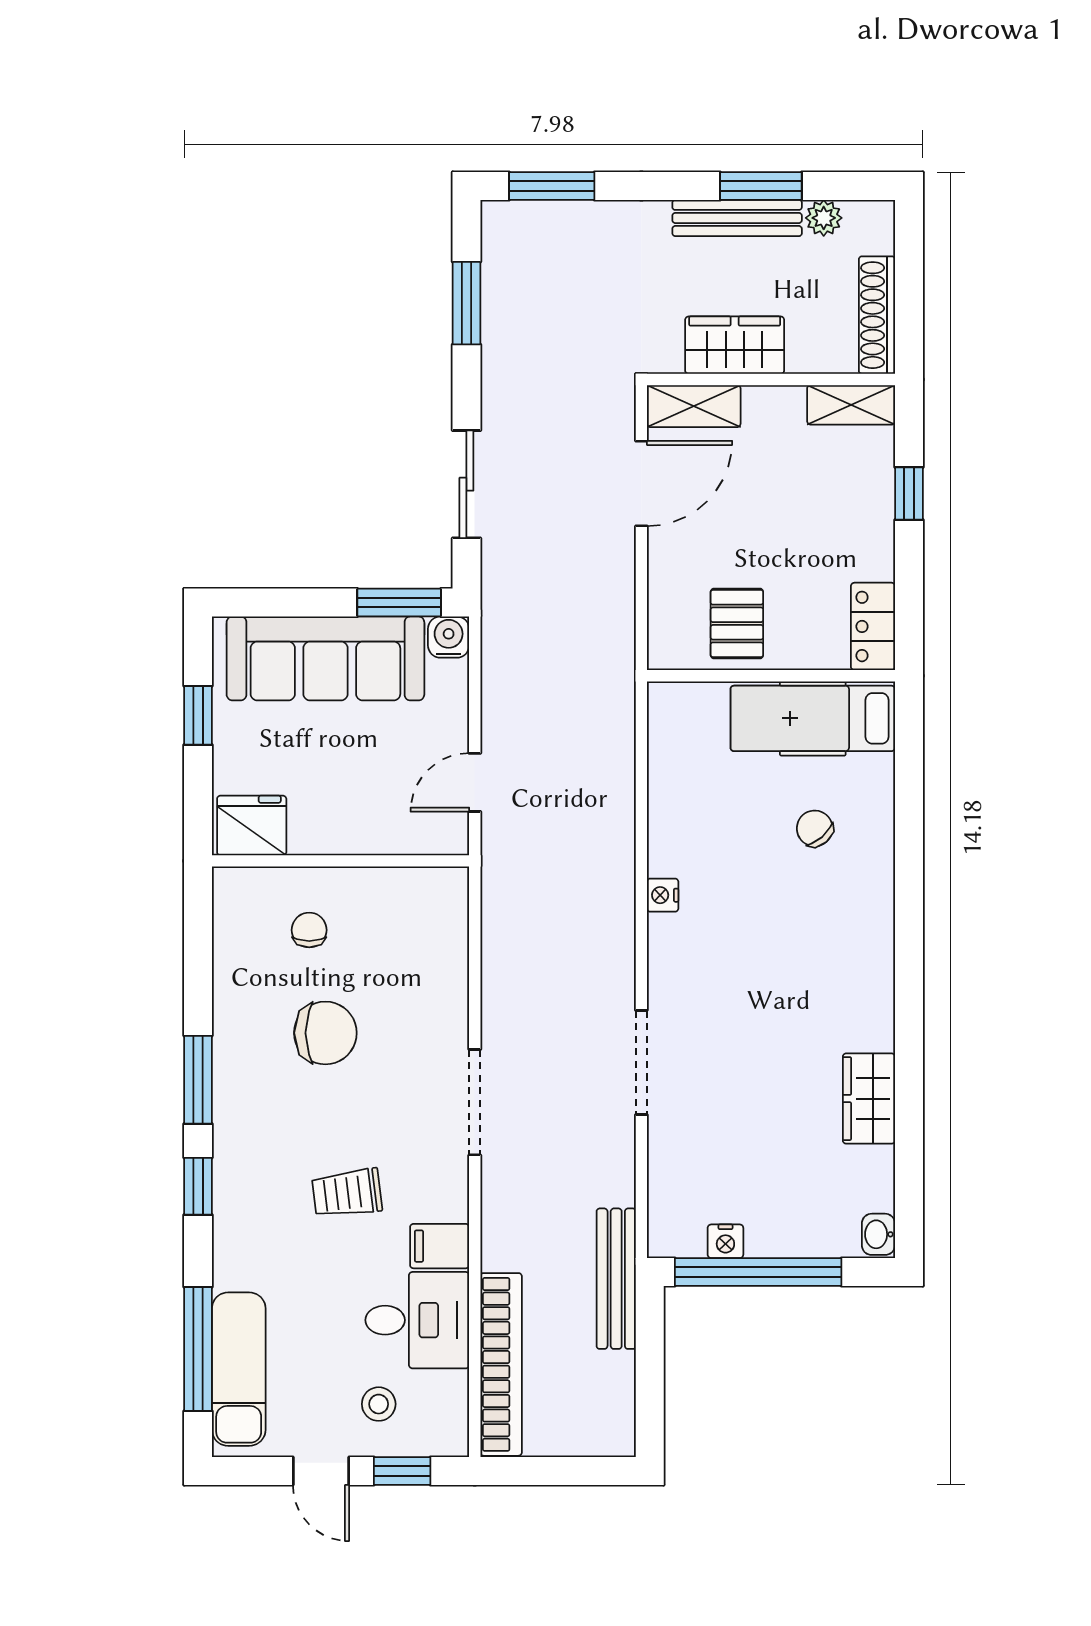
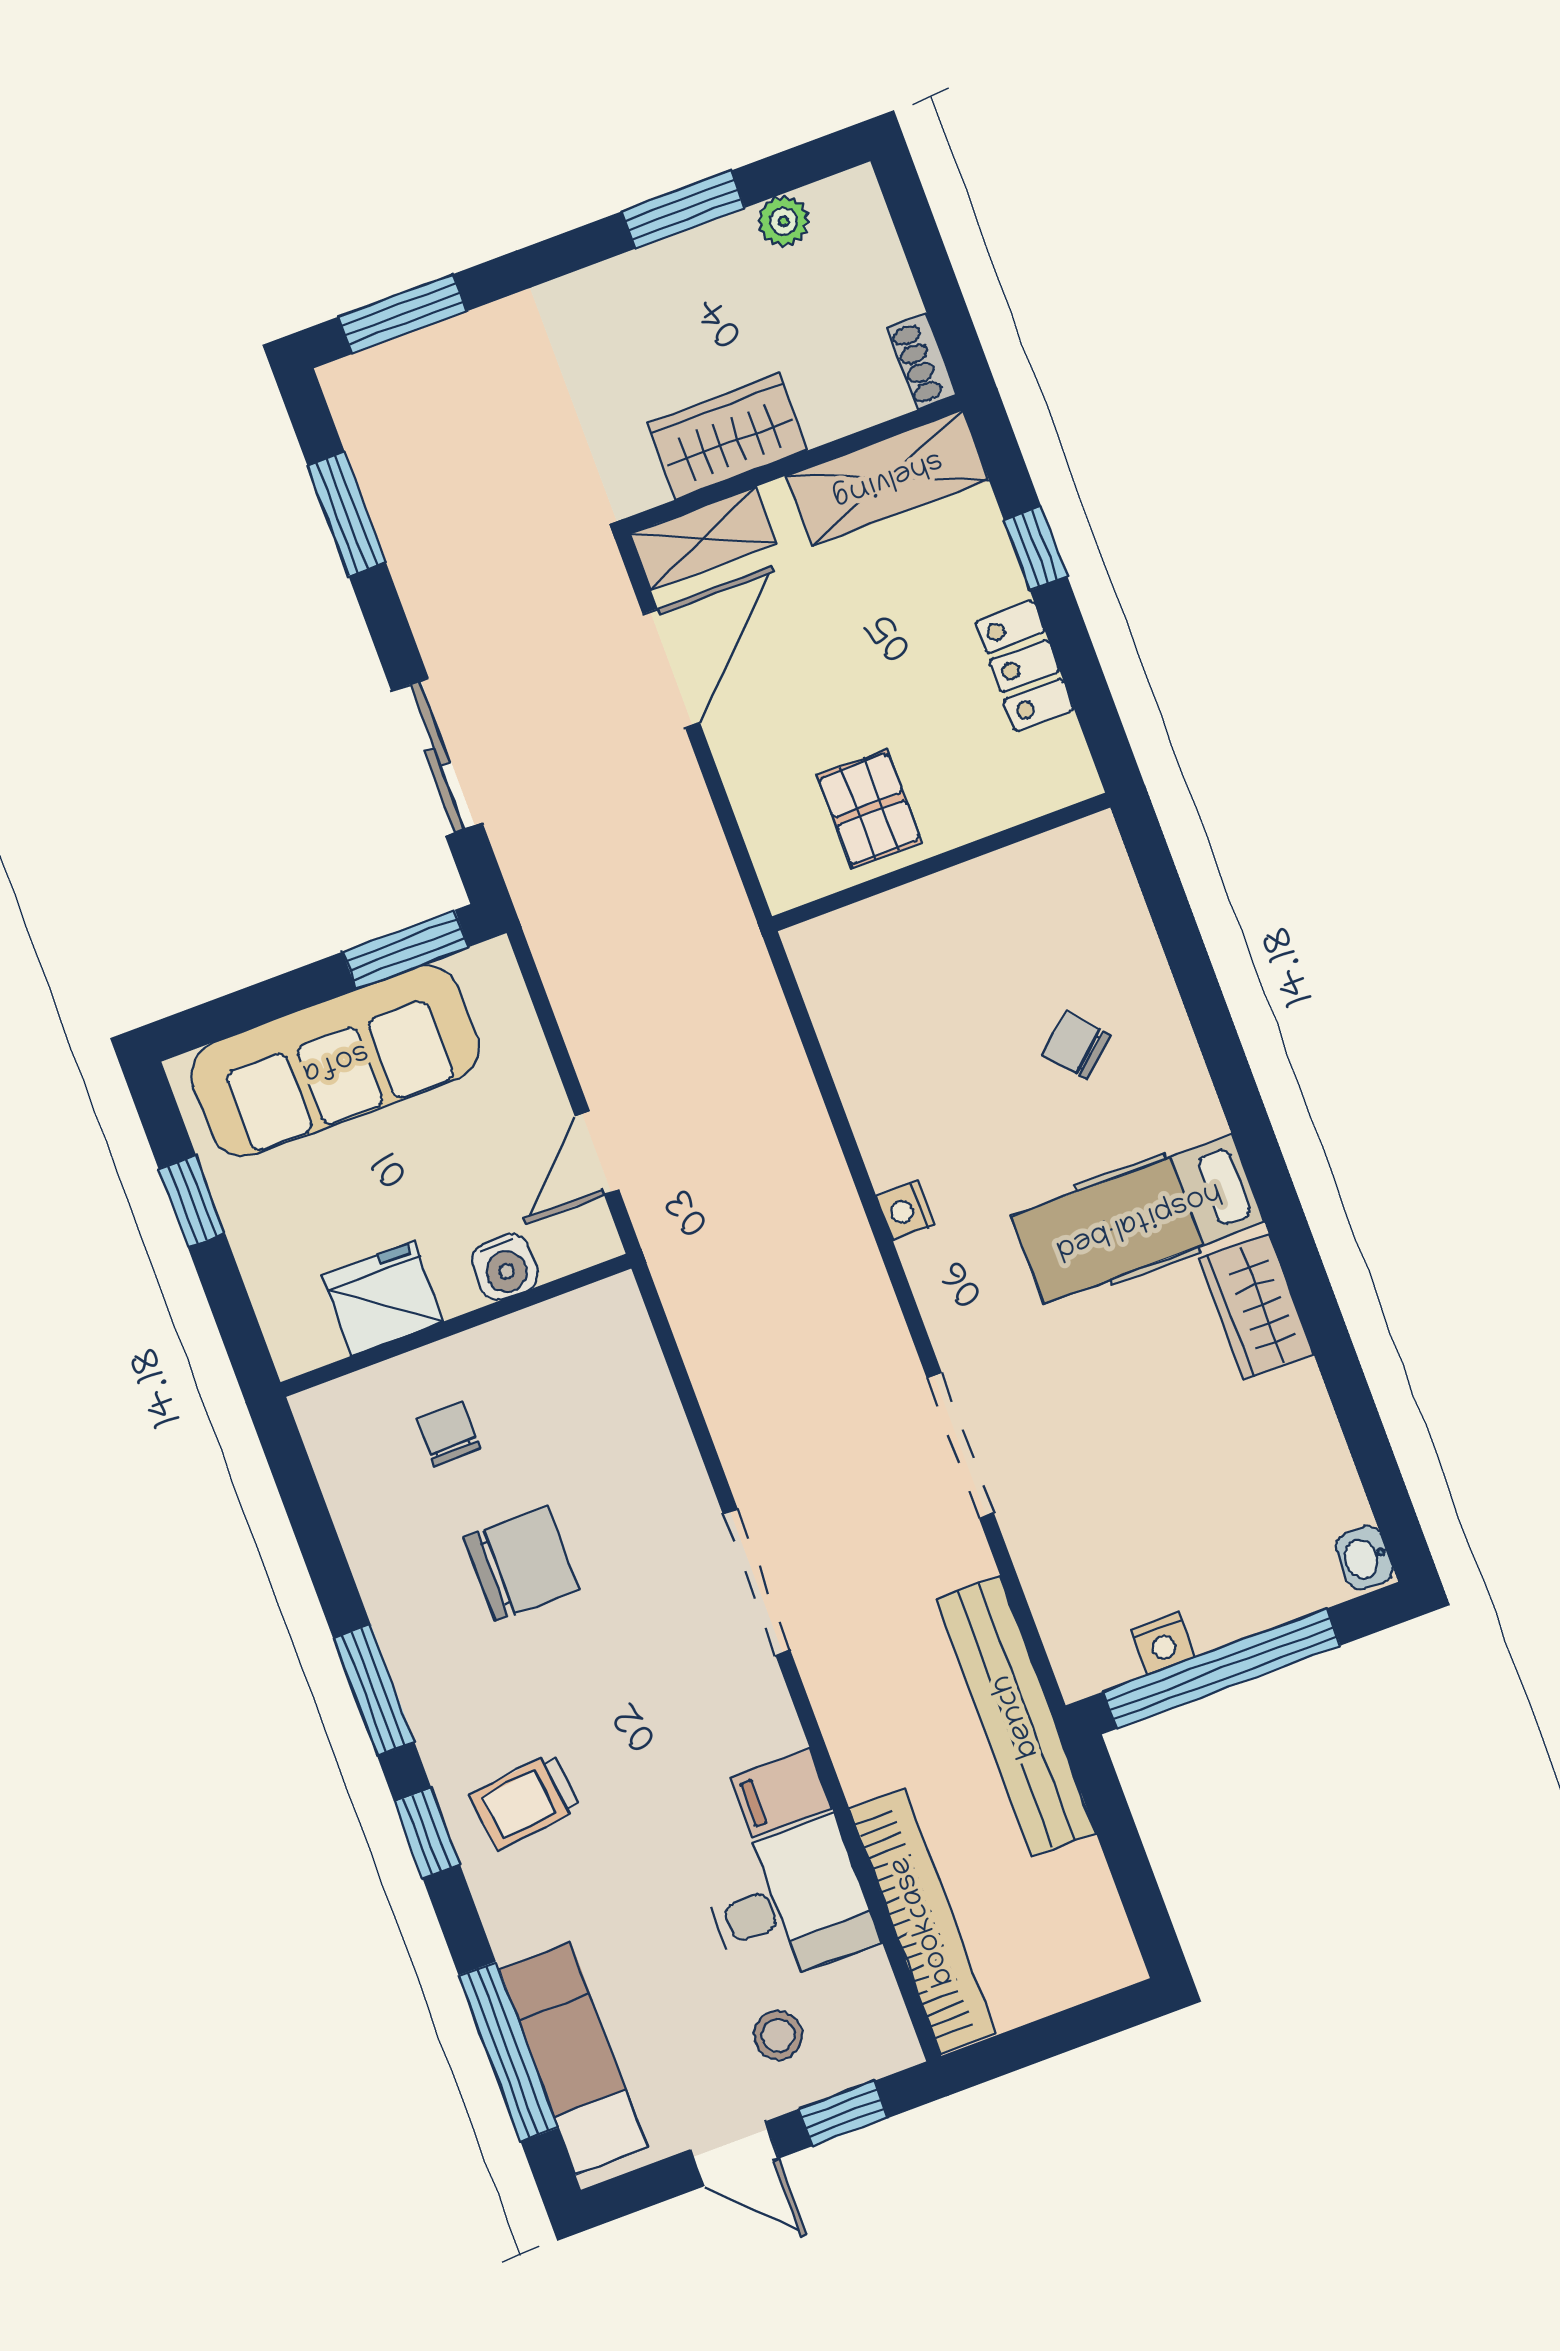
bench: (737, 218) -> (667, 264), removed
shoe rack: (877, 315) -> (922, 362), width x0.51, depth x0.81
shelving: (851, 405) -> (887, 478), width x1.50, depth x1.33
locker: (873, 626) -> (1024, 666), moved
water cooler: (449, 637) -> (505, 1267), moved, turned 180
hospital bed: (813, 718) -> (1138, 1219), moved
fridge: (252, 825) -> (383, 1299), moved
wardrobe: (869, 1099) -> (1256, 1307), moved
trolley: (347, 1193) -> (525, 1802), moved
bench: (616, 1279) -> (1016, 1716), width x1.37, depth x1.21

